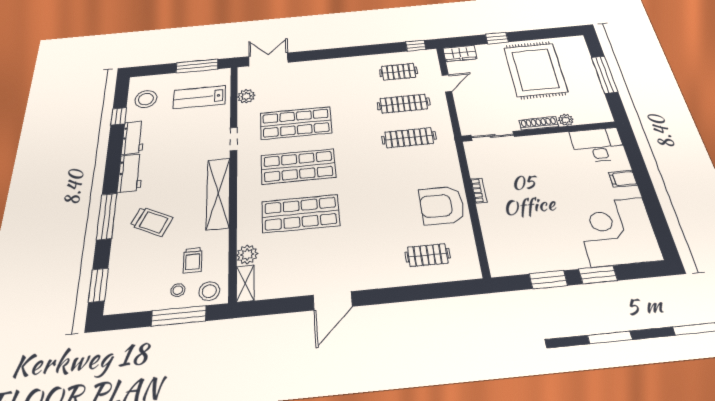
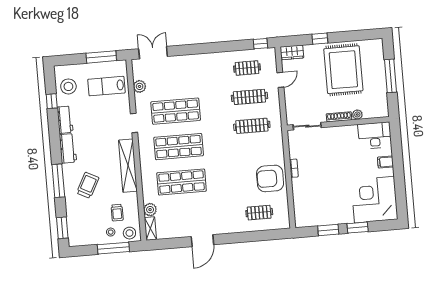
trolley: (152, 222) -> (88, 185), turned -88

